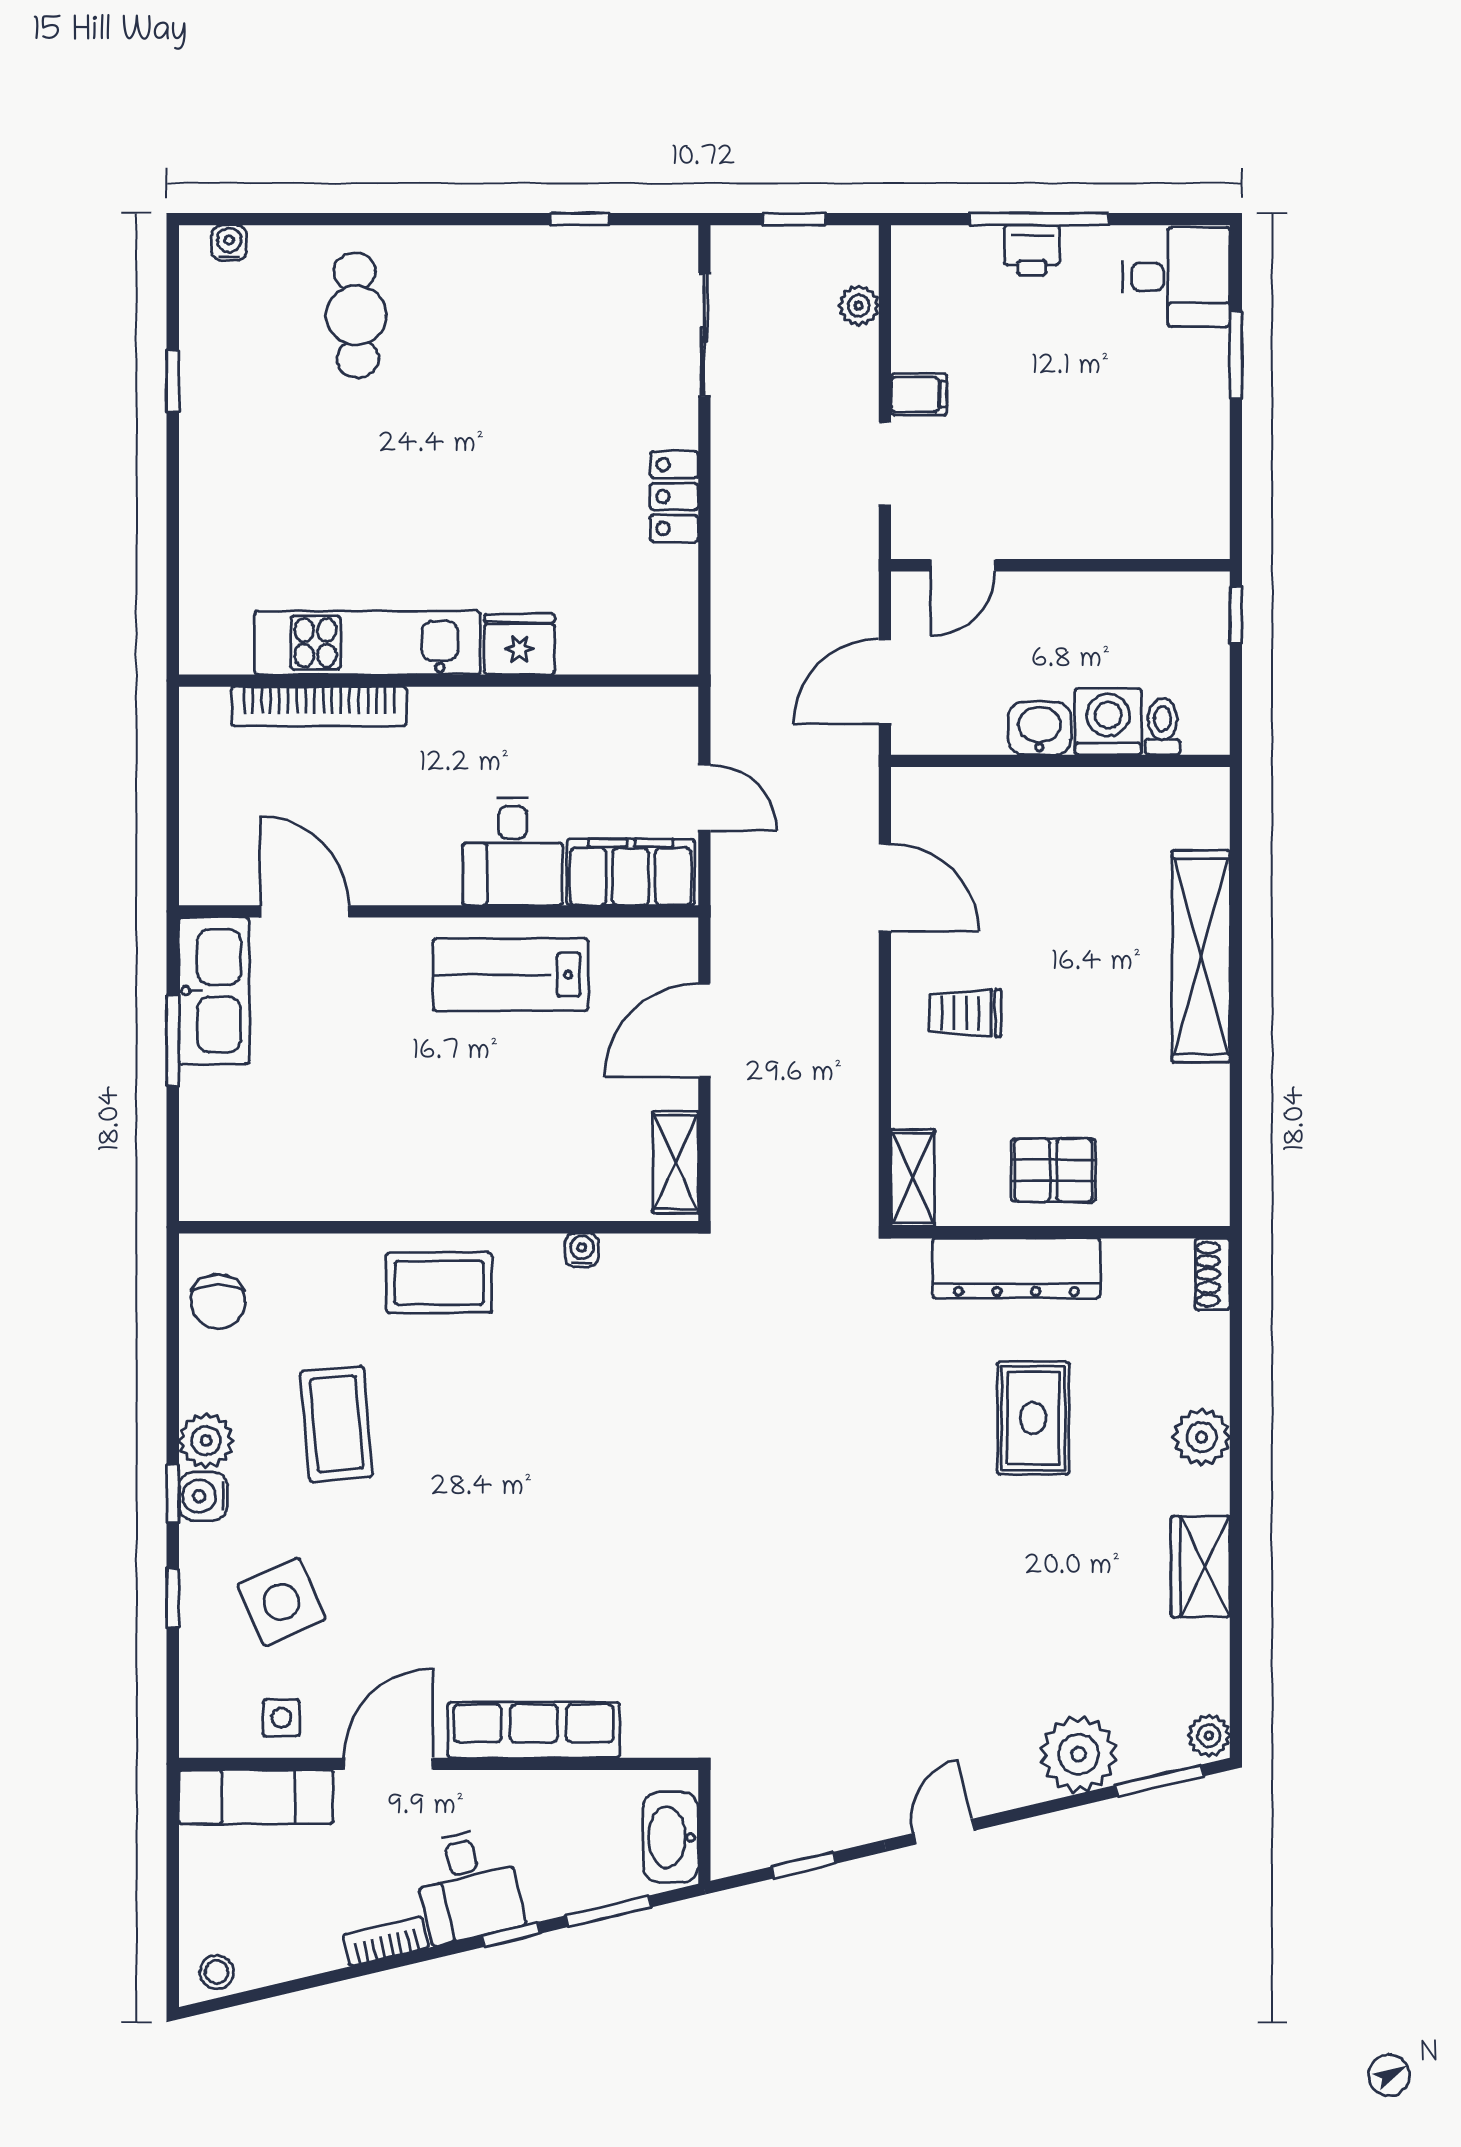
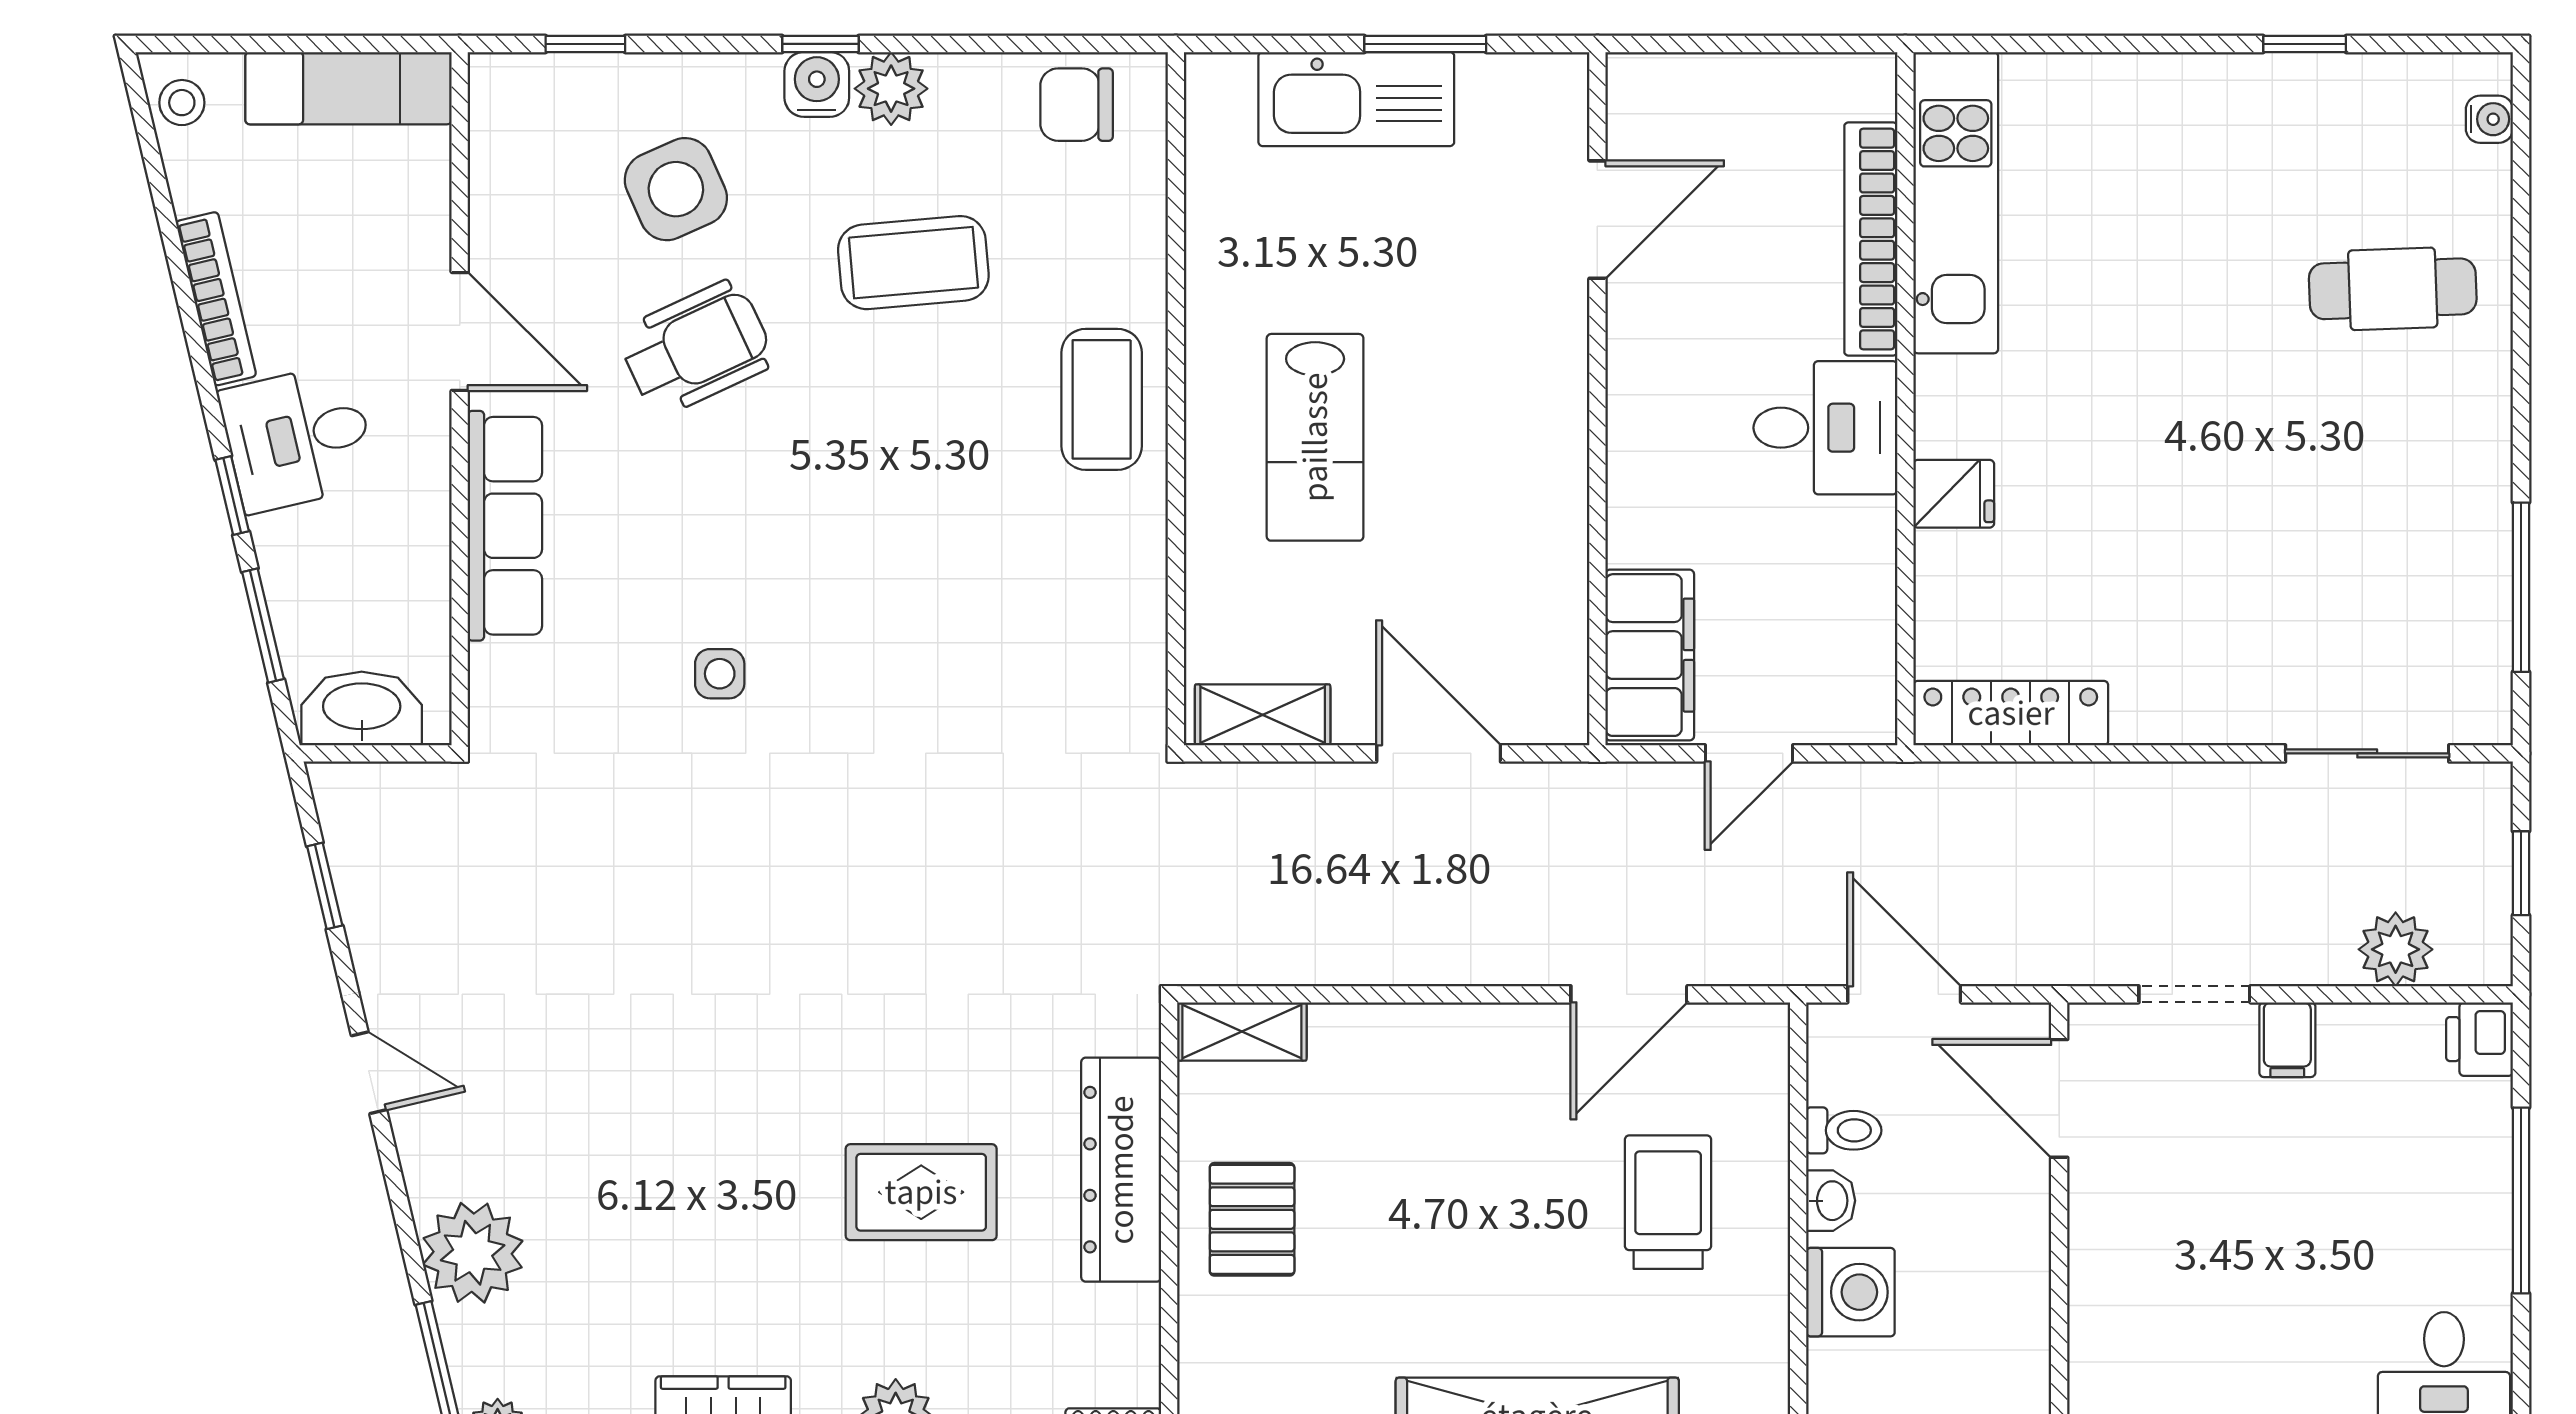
window: (580, 219) -> (2521, 587), width x2.17
printer: (1032, 250) -> (2480, 1039), moved
plant: (859, 306) -> (2396, 949), width x1.38, depth x1.38
locker: (674, 496) -> (2011, 713), moved, width x1.53
door: (963, 565) -> (2059, 1098), width x1.38
kitchen unit: (367, 643) -> (1956, 203), moved
fridge: (520, 644) -> (1954, 494), width x0.72
toilet: (1163, 727) -> (1844, 1130), moved
washbasin: (1040, 728) -> (1831, 1201), width x0.72, depth x0.69
desk: (513, 851) -> (1825, 428), moved, turned 180
lab bench: (511, 975) -> (1315, 437), moved, turned 180
kitchen sink: (214, 991) -> (1356, 99), moved
trolley: (965, 1013) -> (1668, 1202), moved, width x1.36, depth x1.39
water cooler: (582, 1250) -> (1145, 590), removed
wheelchair: (400, 1587) -> (696, 348), added
window: (173, 1598) -> (585, 44), moved
side table: (281, 1718) -> (720, 674), moved
exam couch: (256, 1797) -> (349, 88), moved, turned -90
bookcase: (386, 1941) -> (216, 299), width x1.56

